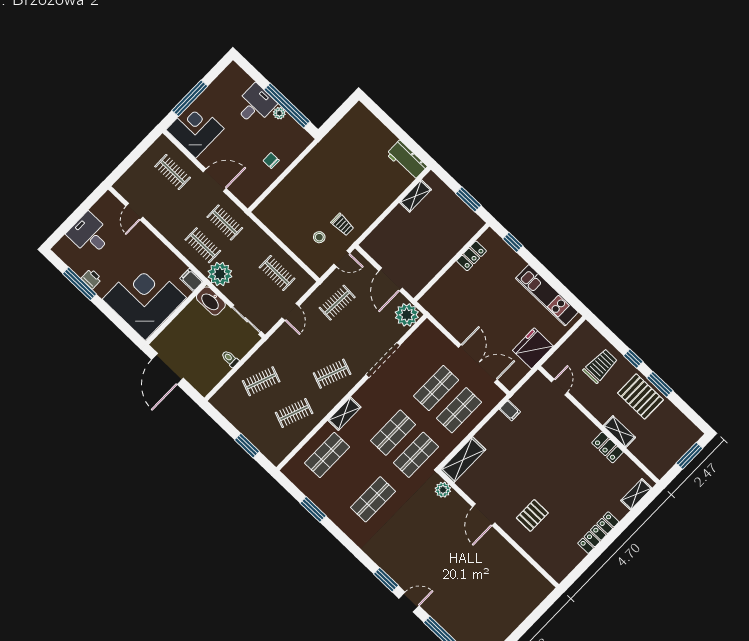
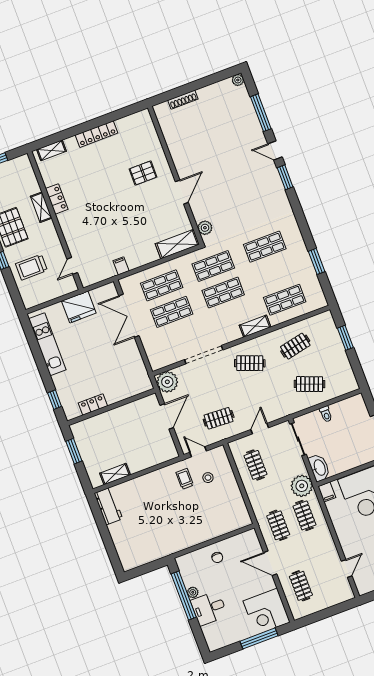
clothes rail: (294, 413) -> (295, 346), turned -33
shoe rack: (527, 609) -> (183, 100), added

